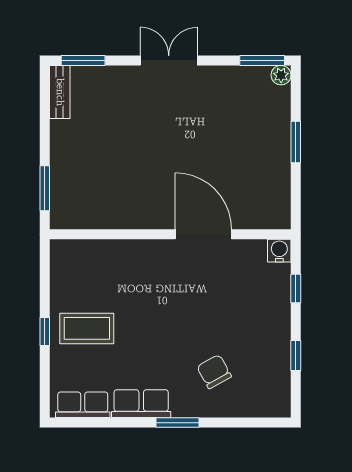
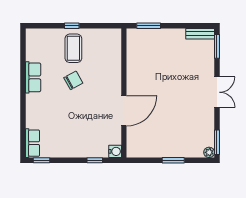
window: (296, 356) -> (42, 160), moved
chair: (214, 372) -> (73, 80), moved
row of seats: (83, 405) -> (33, 143), moved
window: (177, 423) -> (23, 97), removed

